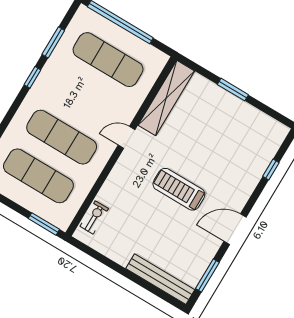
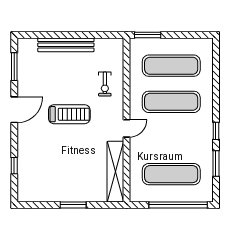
exercise bike: (94, 217) -> (105, 84), moved
bench: (160, 279) -> (66, 45), moved

